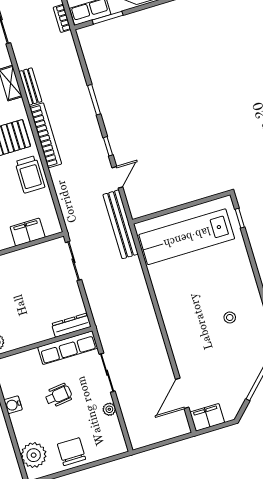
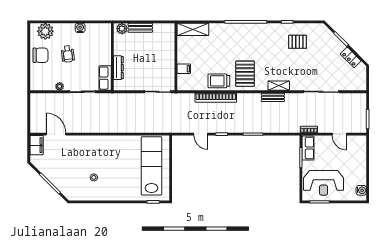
bookcase: (46, 135) -> (216, 98), moved
bench: (121, 224) -> (171, 127), removed
filing cabinet: (28, 232) -> (184, 69), width x0.50
dresser: (71, 325) -> (118, 68), moved
row of seats: (68, 348) -> (105, 78), width x0.68
wheelchair: (58, 395) -> (68, 54), moved

